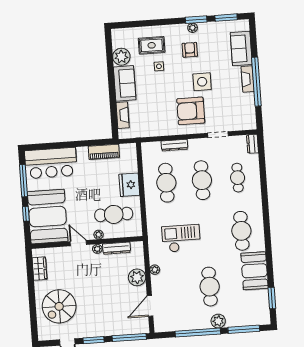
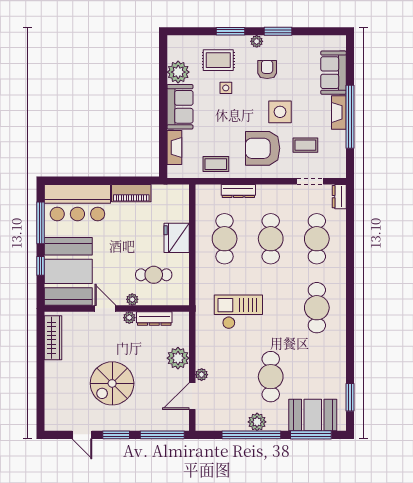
window: (226, 18) -> (230, 31), moved
plant: (193, 28) -> (257, 41), moved
coffee table: (224, 106) -> (305, 145), added
coffee table: (155, 126) -> (216, 164), added
doorway: (218, 134) -> (310, 181), moved
piano: (104, 152) -> (131, 193), moved
cafe table: (238, 178) -> (317, 239), width x1.37, depth x1.35
cafe table: (114, 214) -> (154, 275), width x0.73, depth x0.74
wardrobe: (40, 269) -> (53, 338), width x1.50
plant: (155, 270) -> (202, 375), moved
booth: (255, 271) -> (313, 415), moved, turned 90
spiral stairs: (59, 306) -> (112, 383), moved
plant: (218, 321) -> (257, 422), moved

